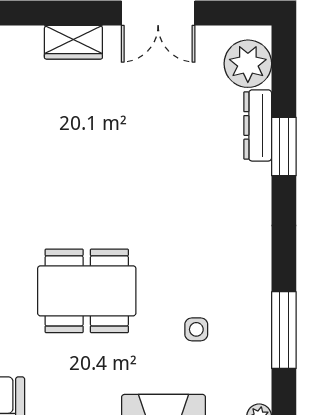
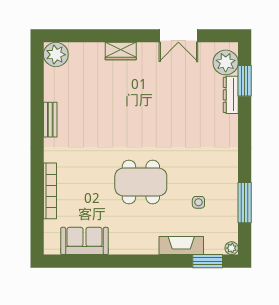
wardrobe: (73, 42) -> (121, 51), moved
window: (284, 146) -> (245, 81), moved

